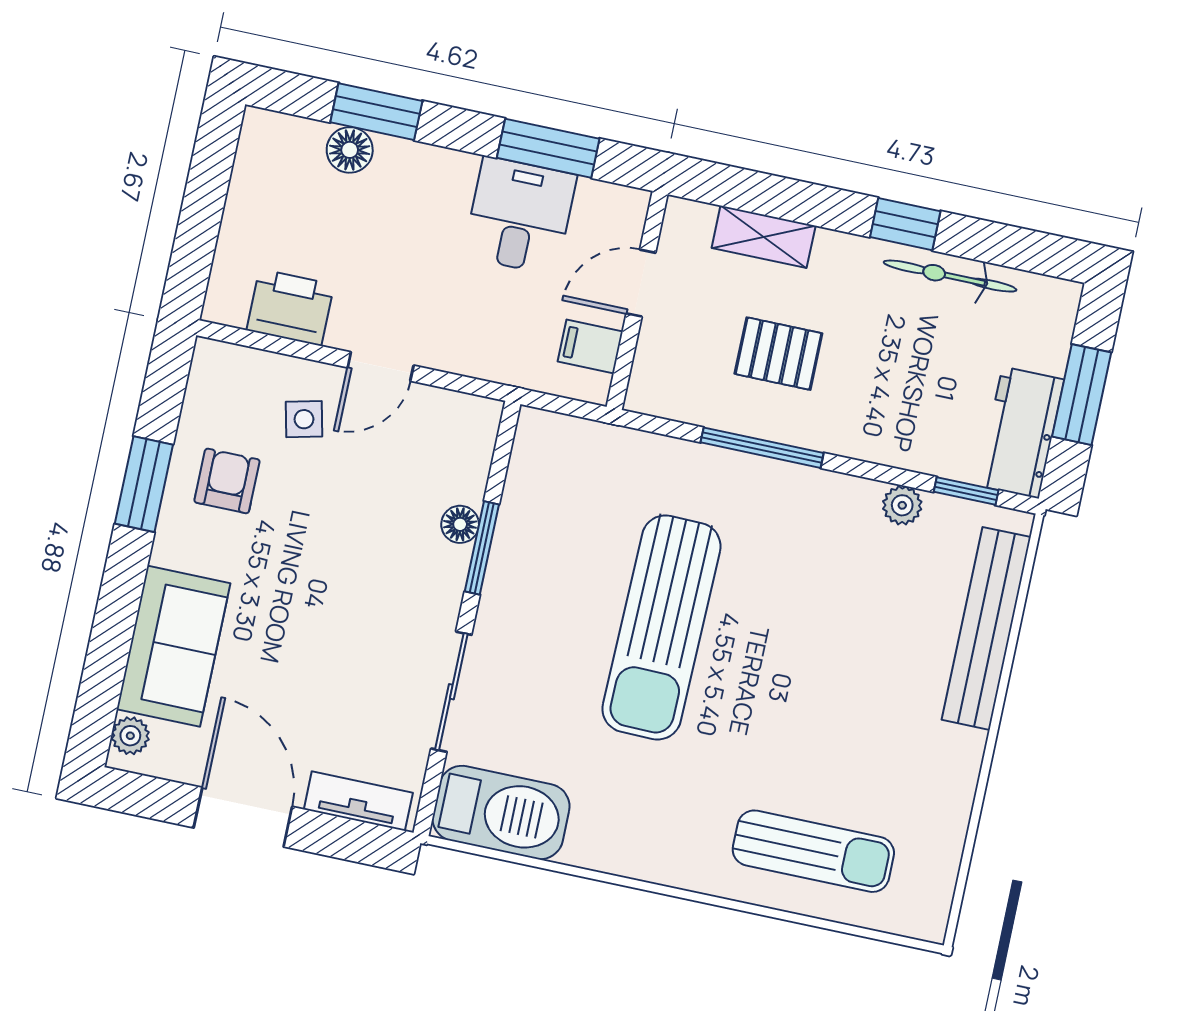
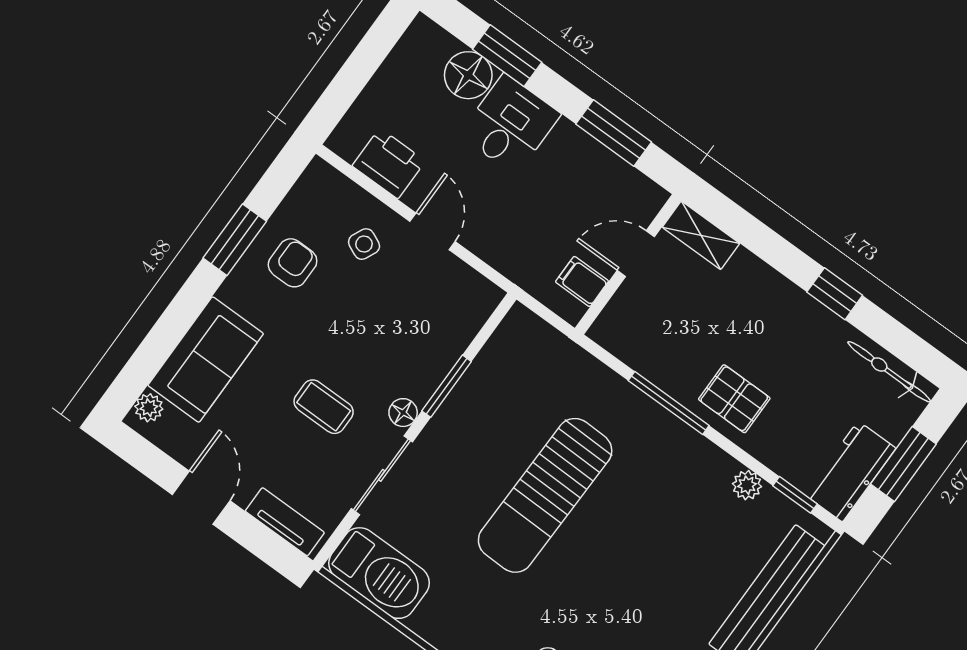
floor lamp: (350, 150) -> (468, 75), width x1.38, depth x1.38
desk: (520, 216) -> (510, 124), moved
shelving: (764, 237) -> (701, 235), moved
bicycle: (950, 276) -> (889, 372), moved
pallet: (778, 354) -> (734, 399), moved
door: (381, 367) -> (432, 231), swing flipped
side table: (304, 419) -> (364, 244), turned 38
floor lamp: (460, 524) -> (403, 413), moved
coffee table: (343, 640) -> (324, 407), added
door: (243, 817) -> (201, 498), width x0.73

